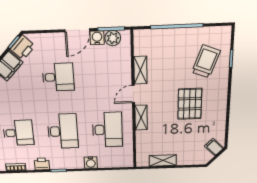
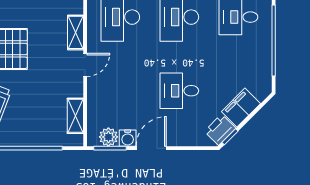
shelving: (140, 70) -> (75, 116), moved

